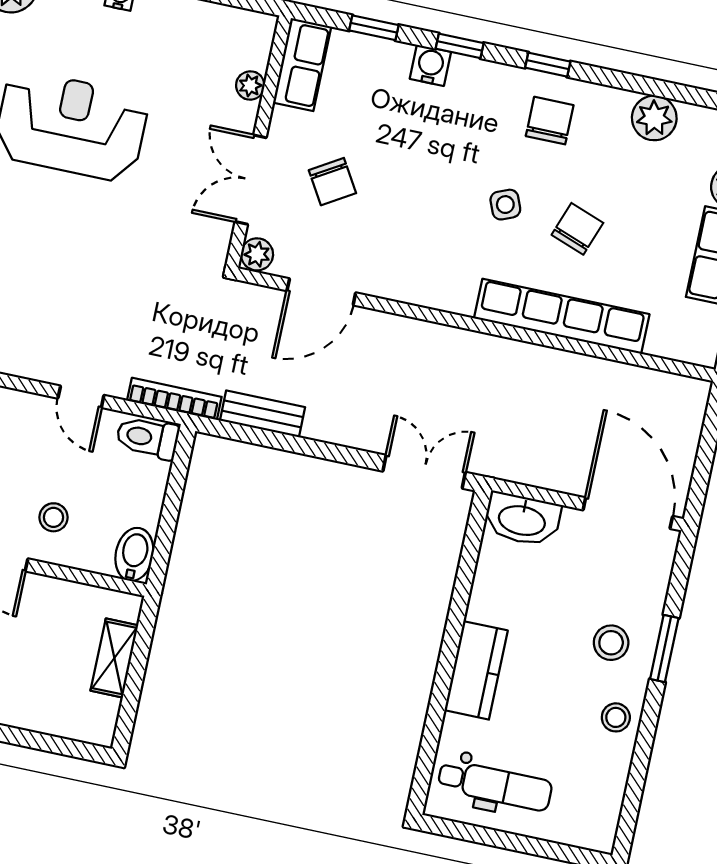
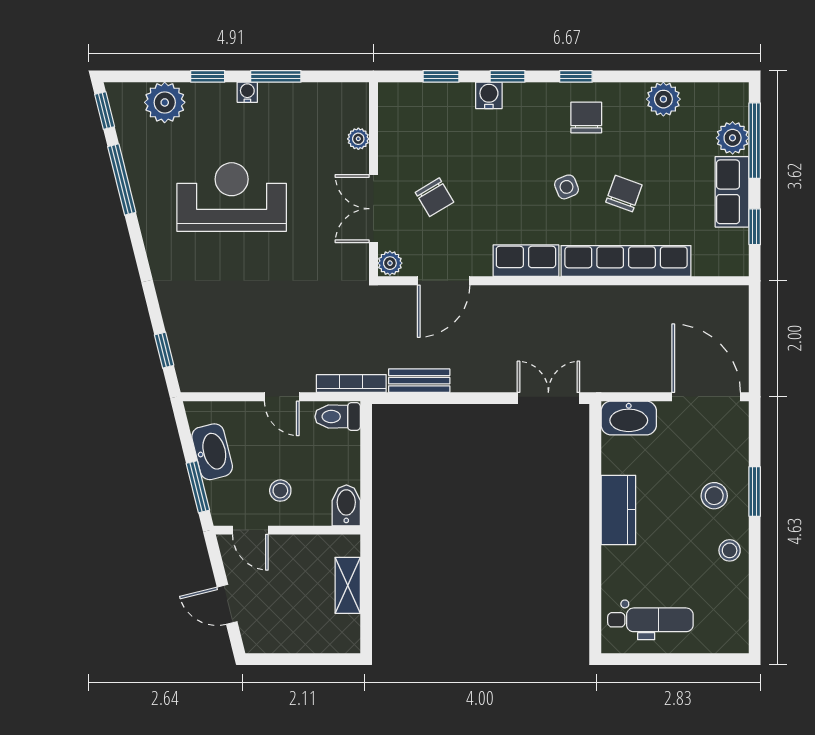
row of seats: (302, 65) -> (526, 261), moved, turned -90
kitchen counter: (476, 670) -> (618, 510), moved

